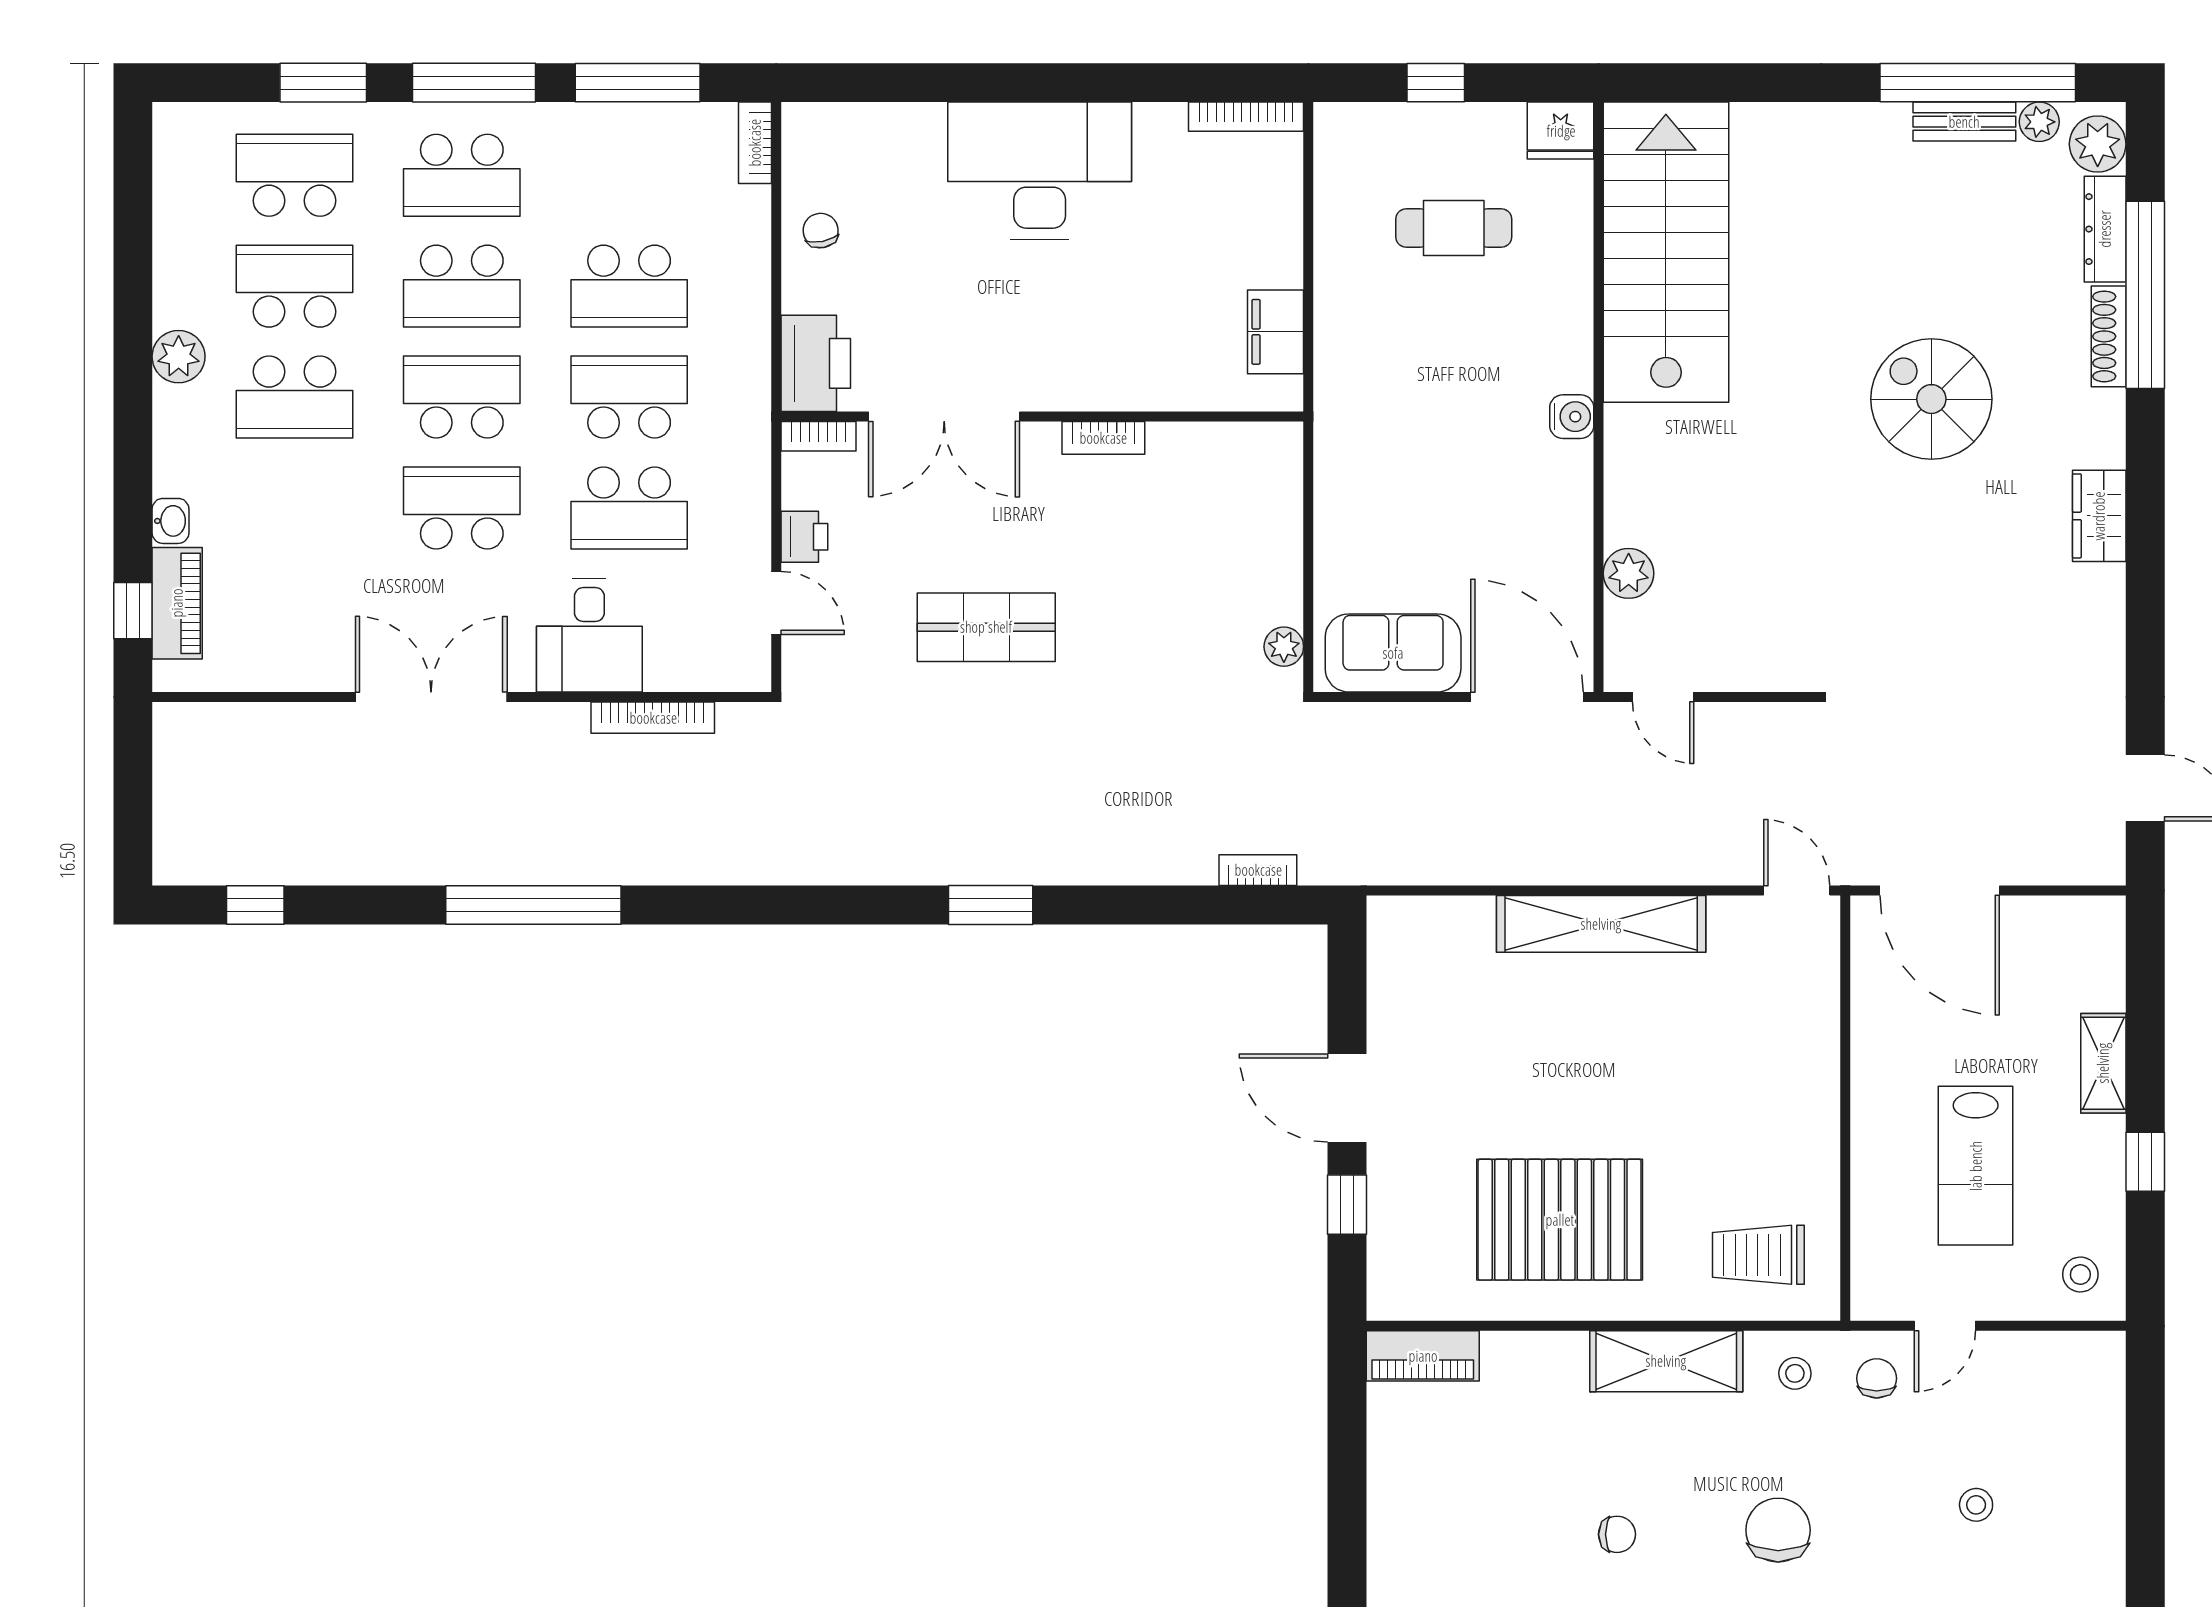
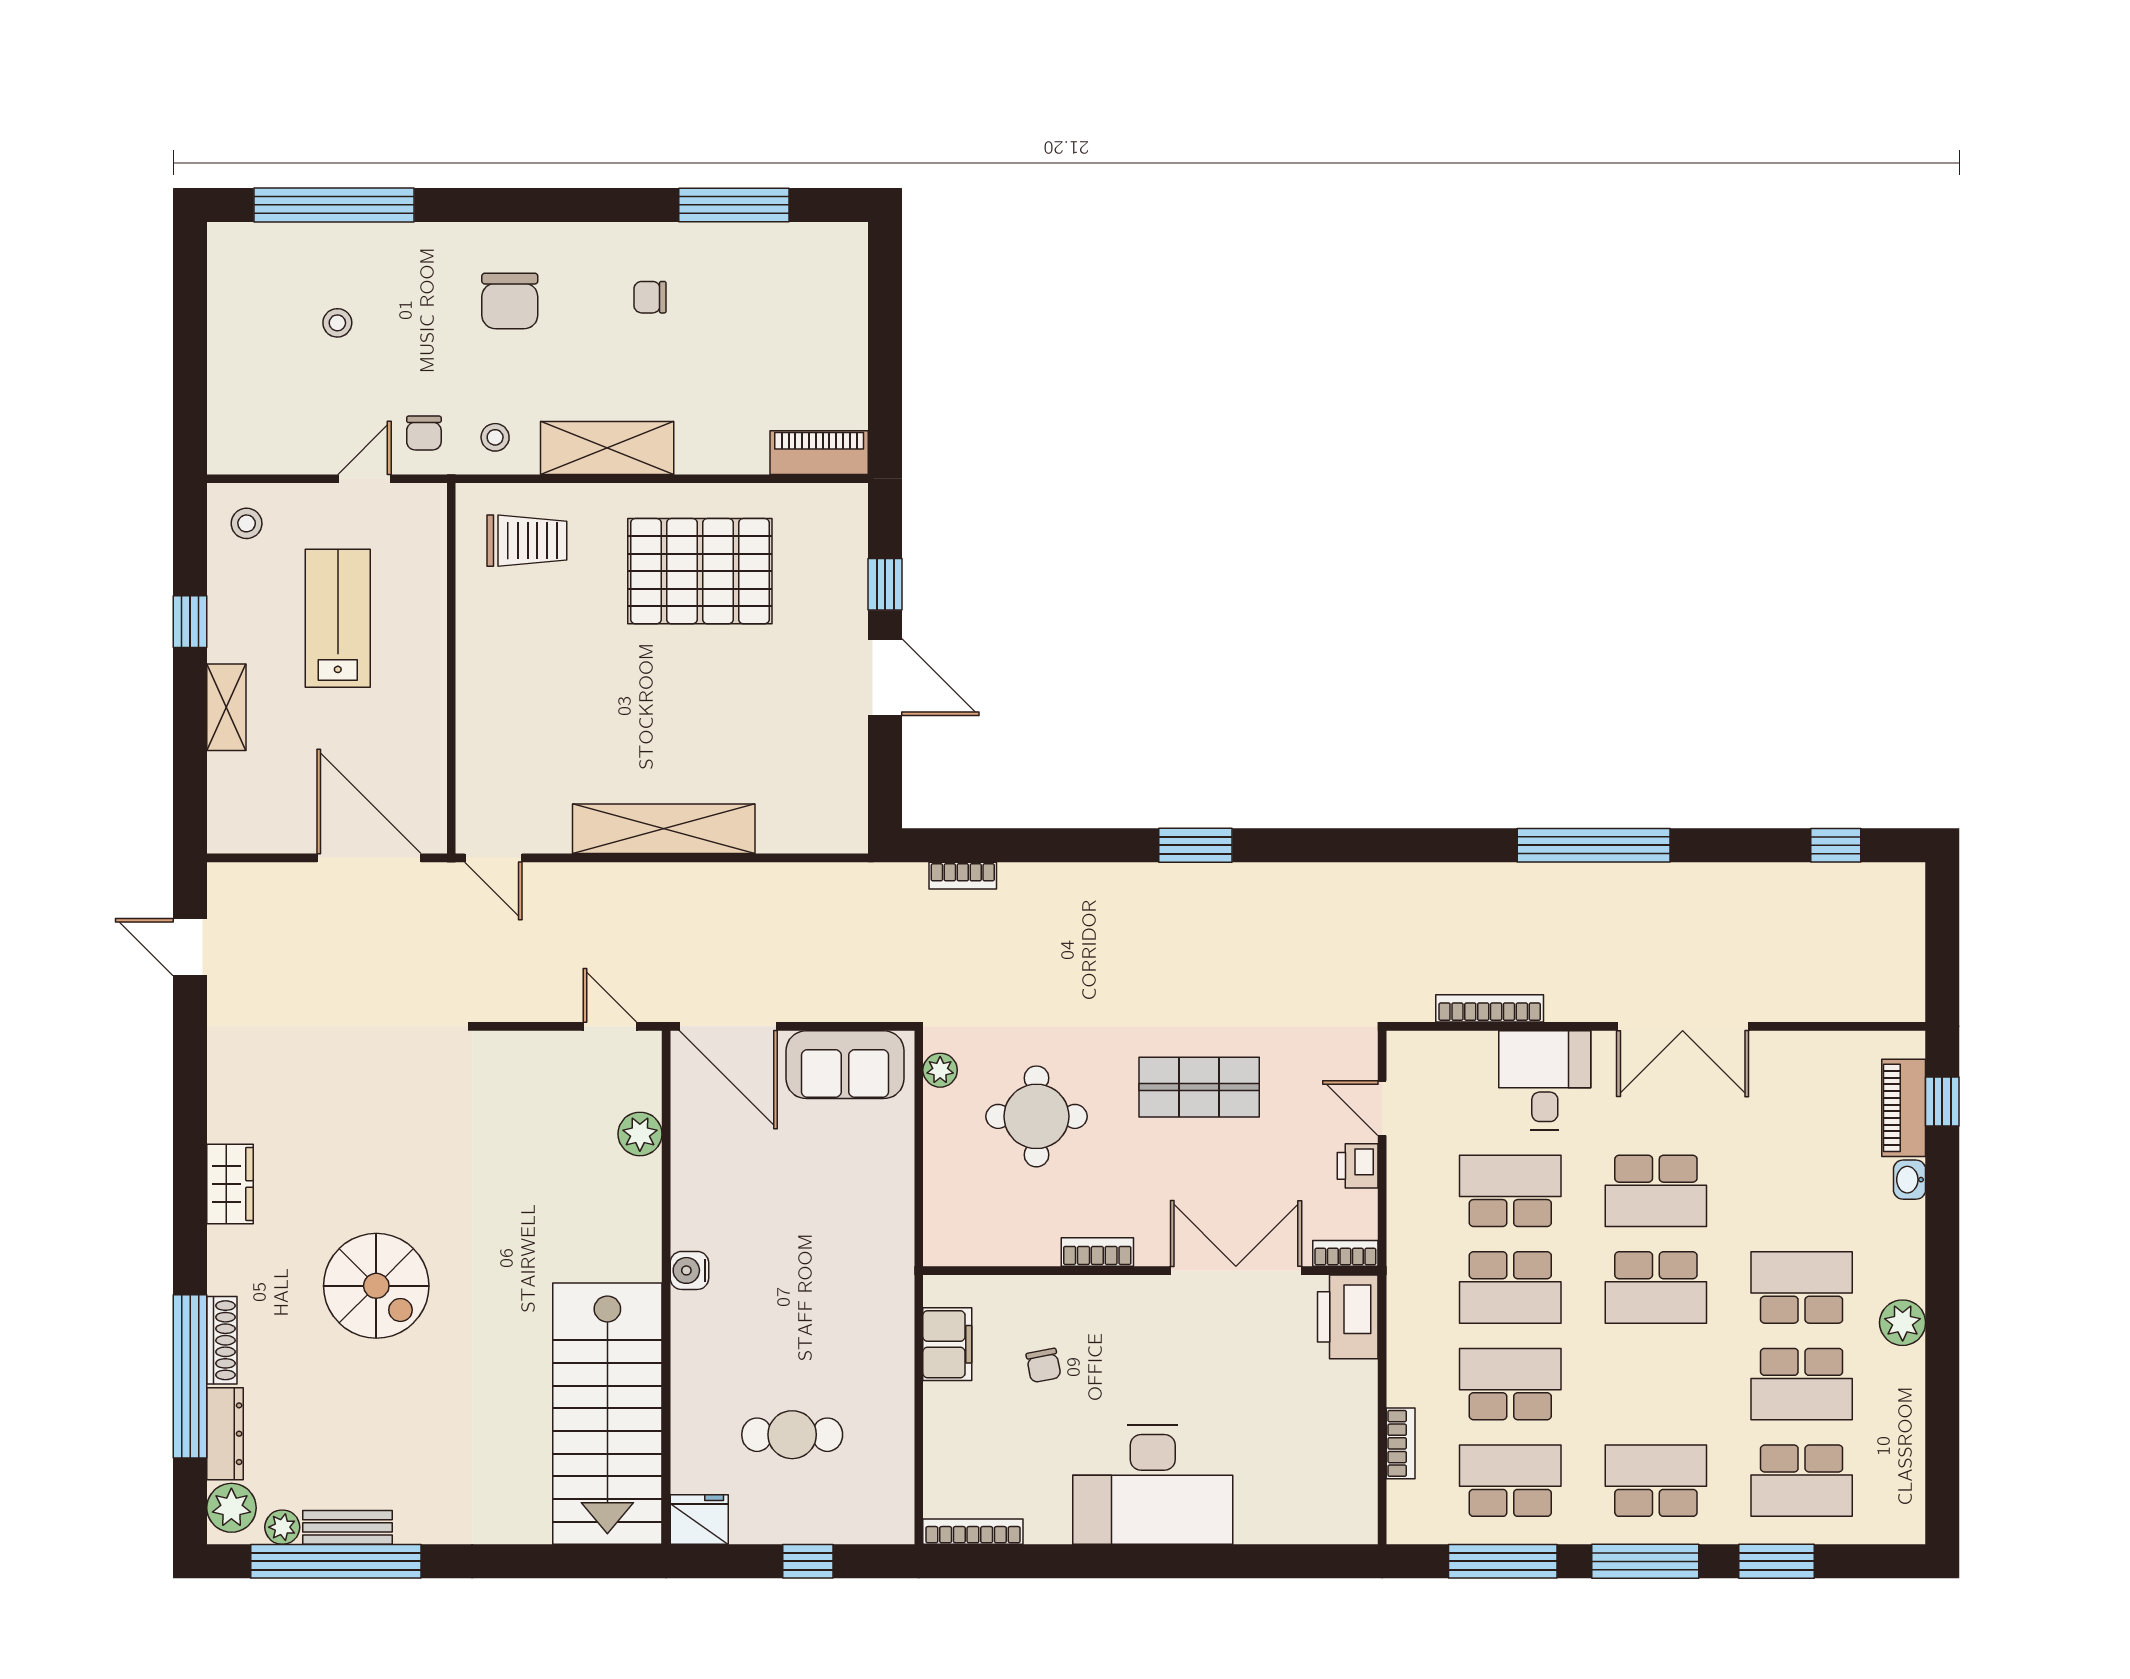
bookcase: (755, 143) -> (1401, 1443), moved
chair: (821, 231) -> (1044, 1365), moved
school desk: (462, 286) -> (1510, 1481), moved
round table: (1173, 594) -> (1036, 1116), added

